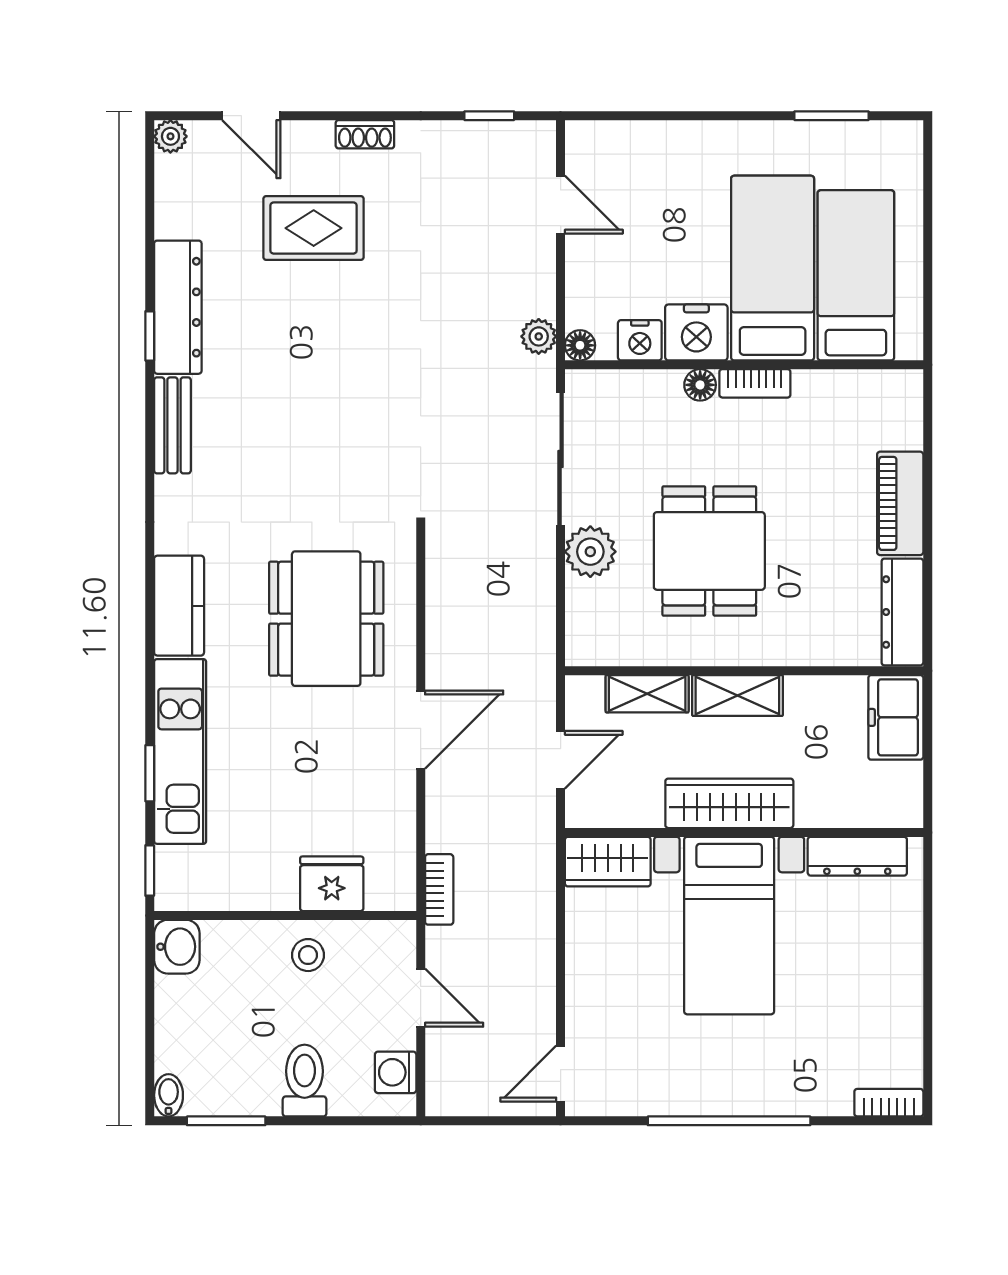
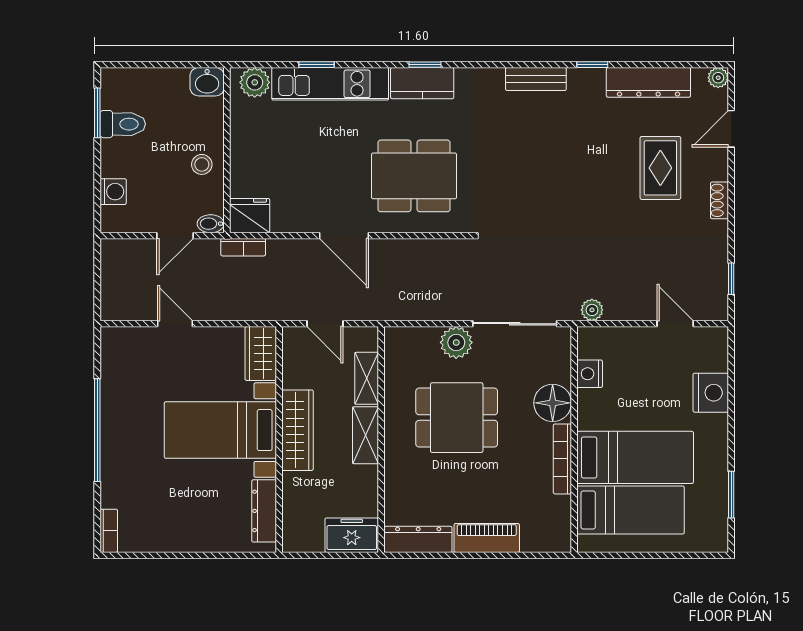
door: (561, 205) -> (675, 324), swing flipped
dresser: (178, 307) -> (648, 82), moved
nightstand: (696, 332) -> (711, 393), moved, turned 180
floor lamp: (580, 345) -> (586, 336), removed
bookcase: (755, 383) -> (562, 459), width x1.56
floor lamp: (700, 385) -> (553, 403), width x1.89, depth x1.89
window: (150, 871) -> (425, 65), moved
plant: (178, 871) -> (255, 82), added
fridge: (332, 884) -> (250, 216), moved, turned -90
washing machine: (396, 1072) -> (113, 192), moved, turned 90
door: (561, 1074) -> (175, 324), moved
toilet: (305, 1081) -> (123, 124), moved
bidet: (169, 1095) -> (211, 224), moved, turned 180

